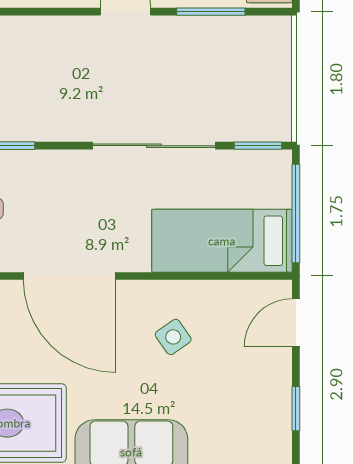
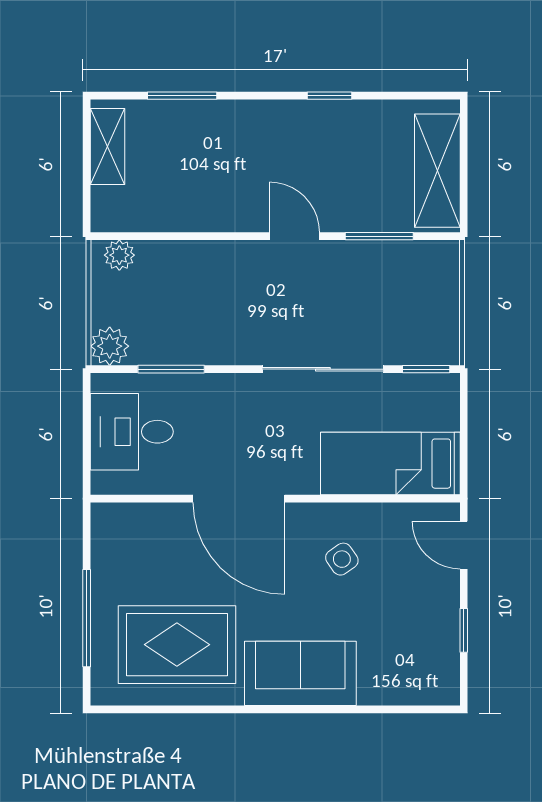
window: (296, 213) -> (464, 436), removed
door: (296, 323) -> (464, 545), hinge flipped

